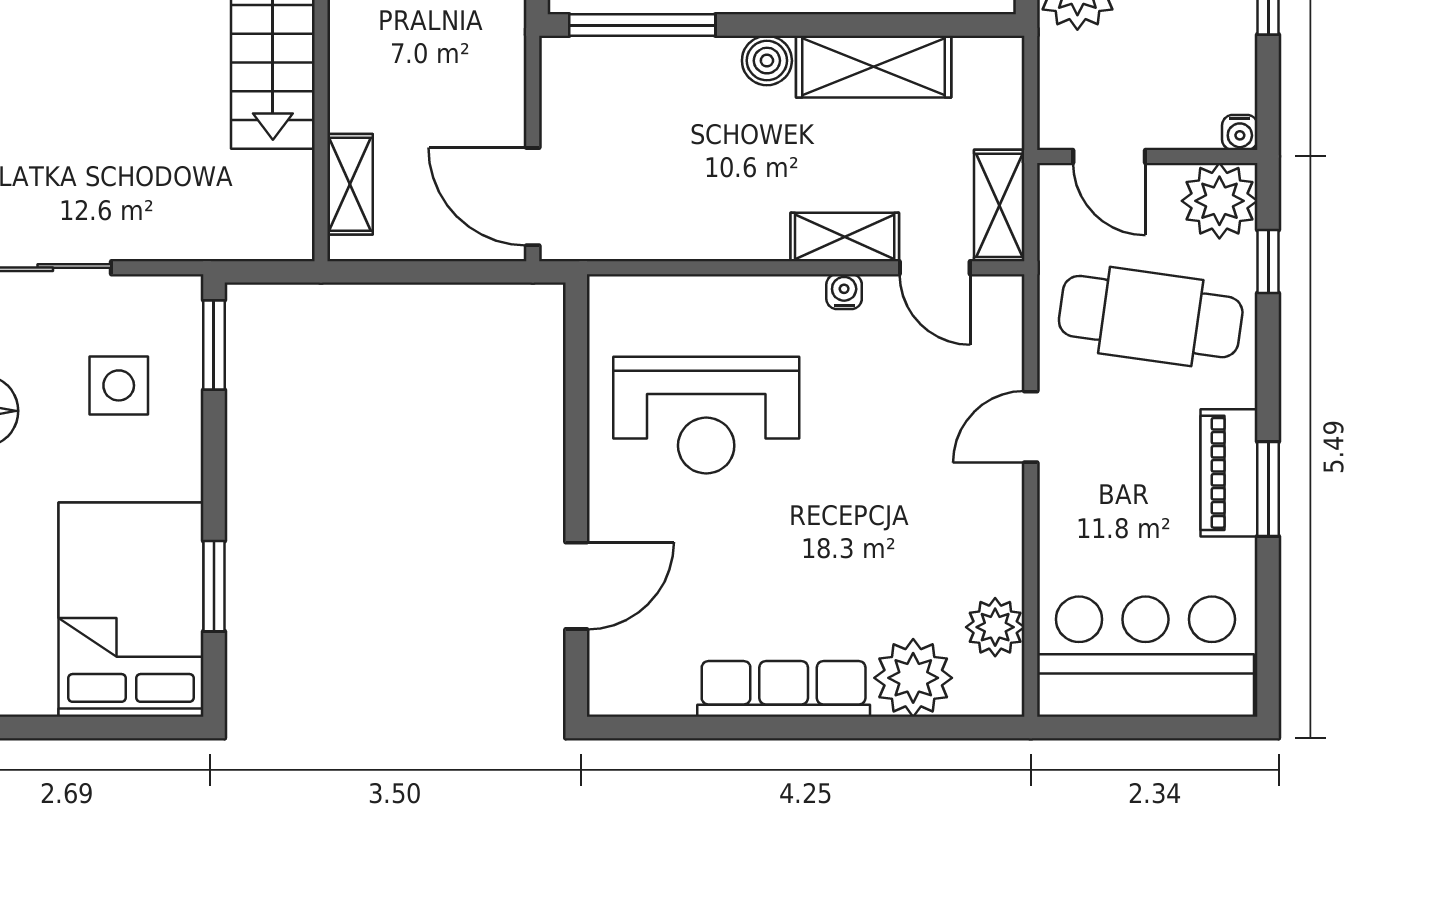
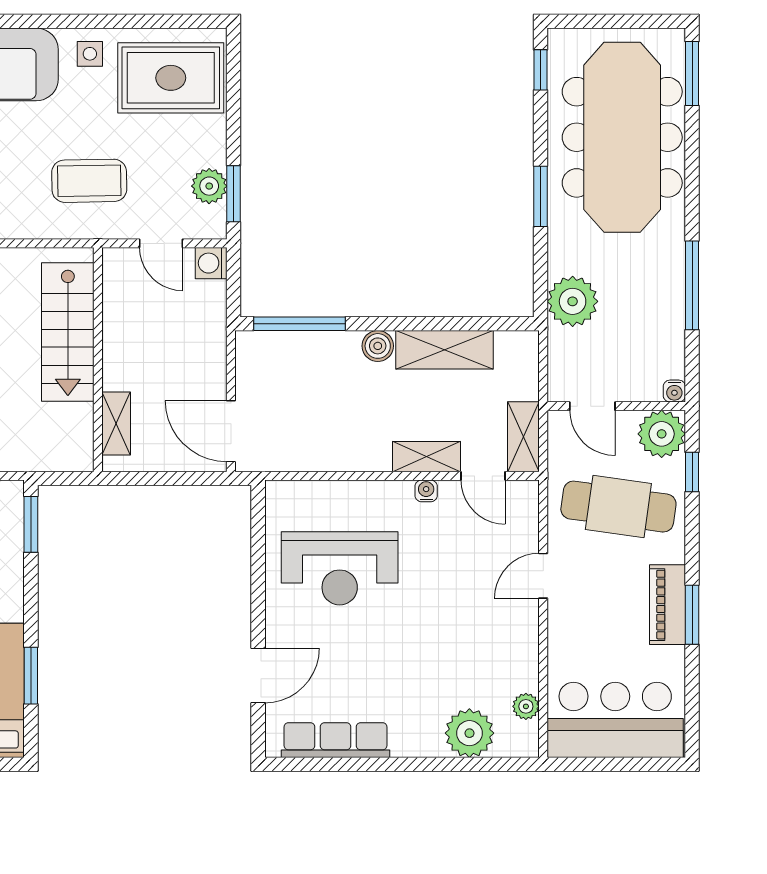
plant: (995, 627) -> (526, 706), width x0.73, depth x0.73
row of seats: (784, 689) -> (336, 740), moved

